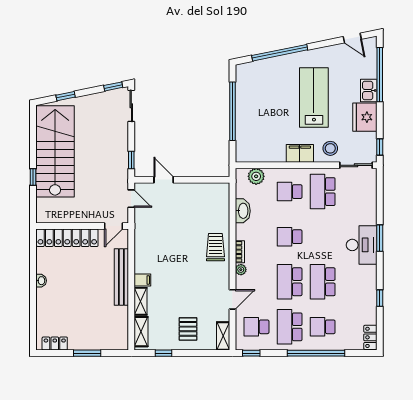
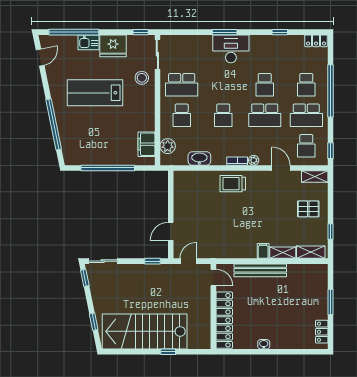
filing cabinet: (300, 153) -> (146, 144), moved
school desk: (323, 282) -> (265, 85), width x0.54

